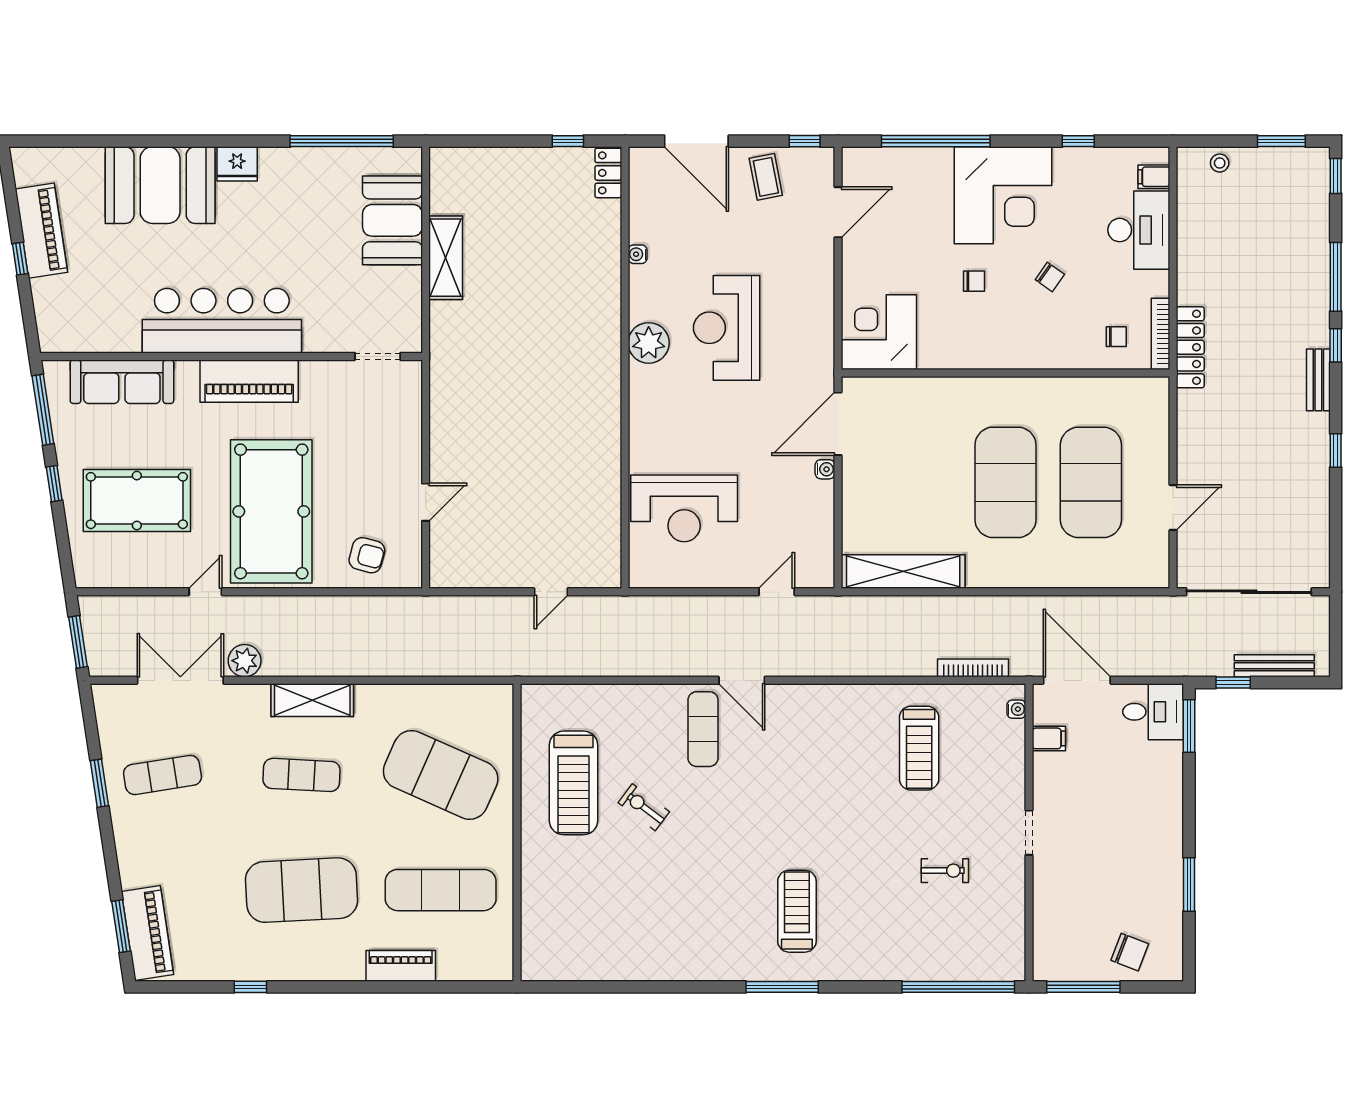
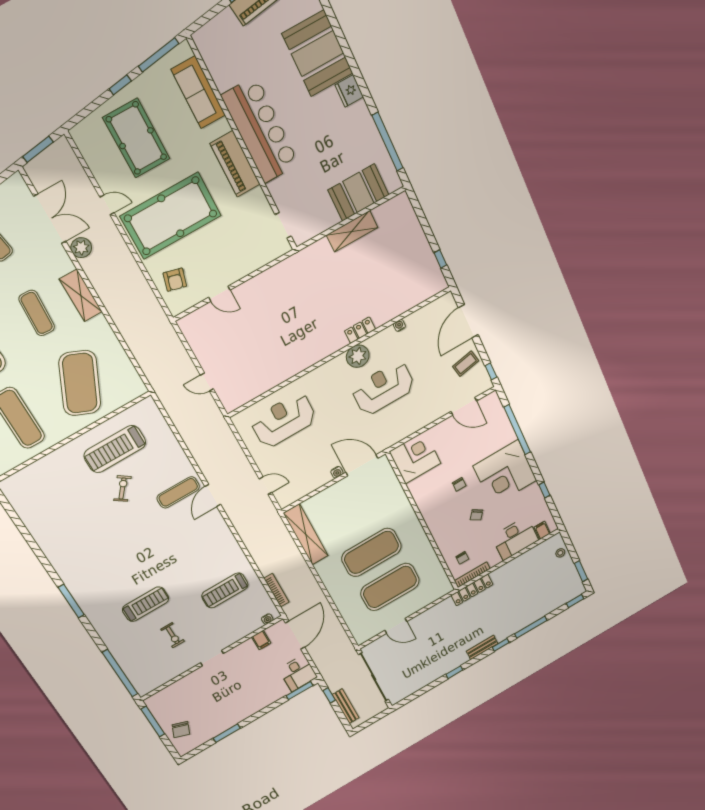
locker: (608, 173) -> (360, 330), moved
reception desk: (684, 508) -> (284, 420), turned 90
treadmill: (797, 911) -> (146, 604), moved

